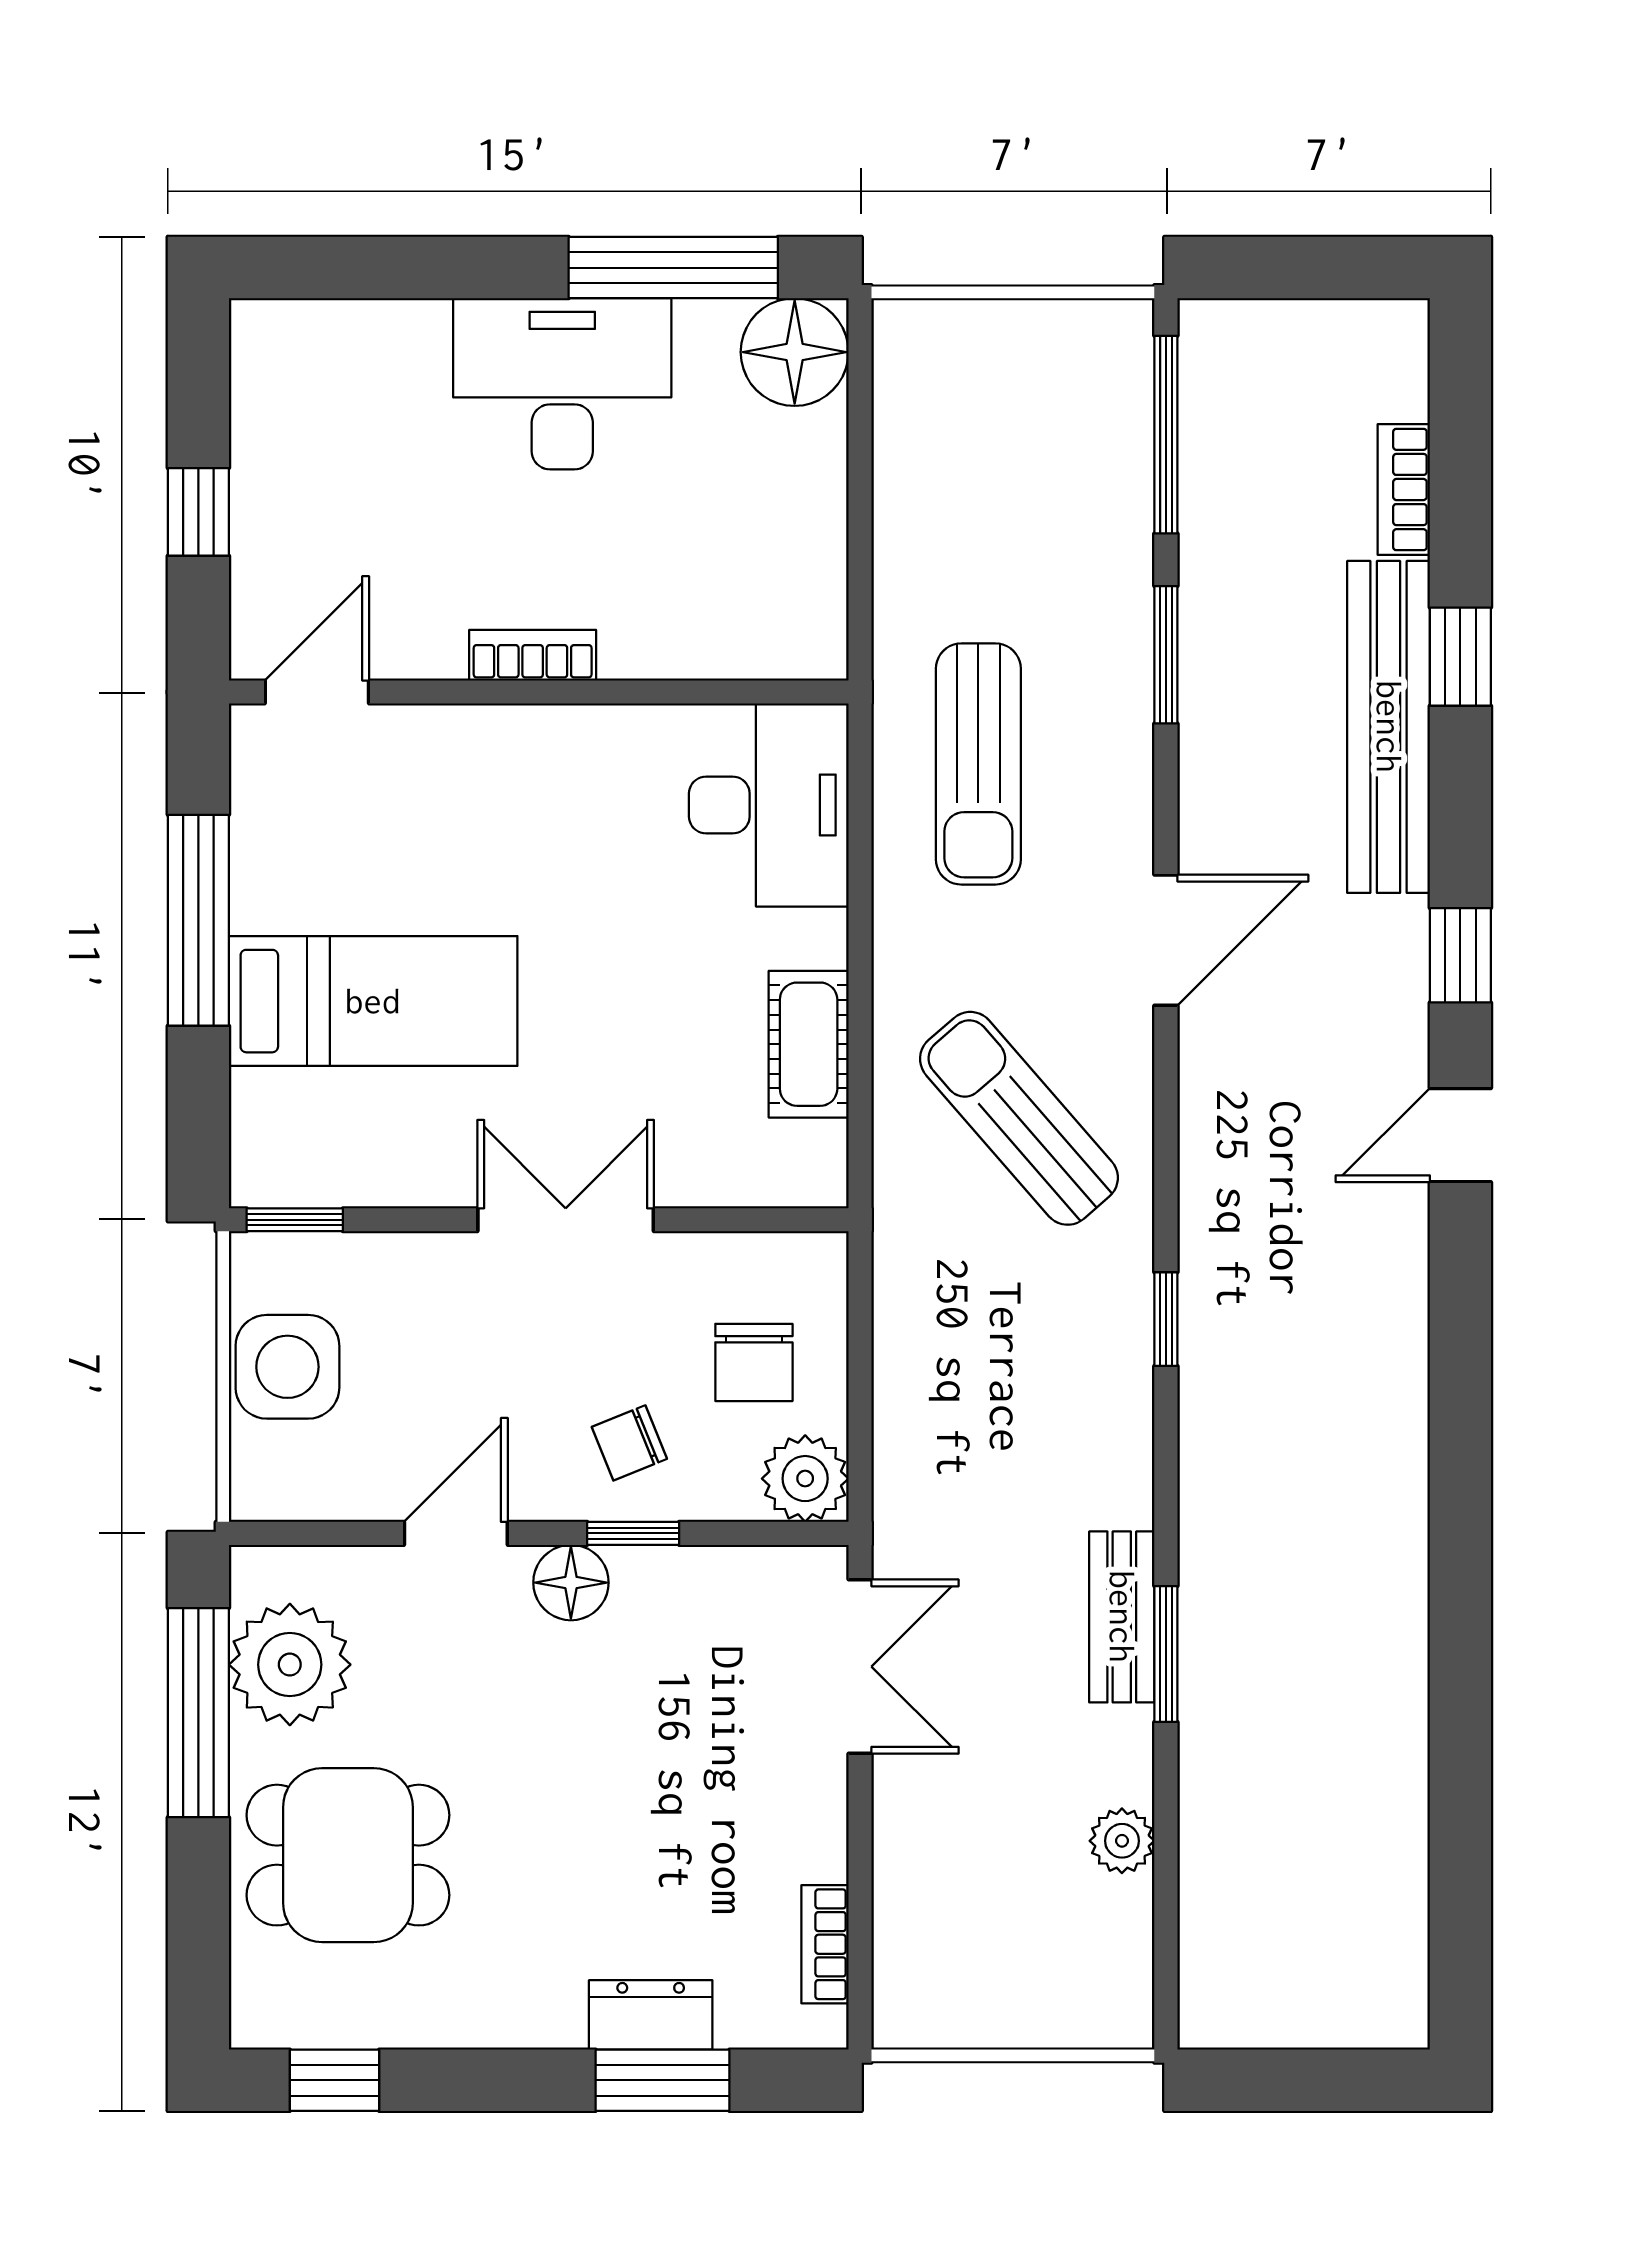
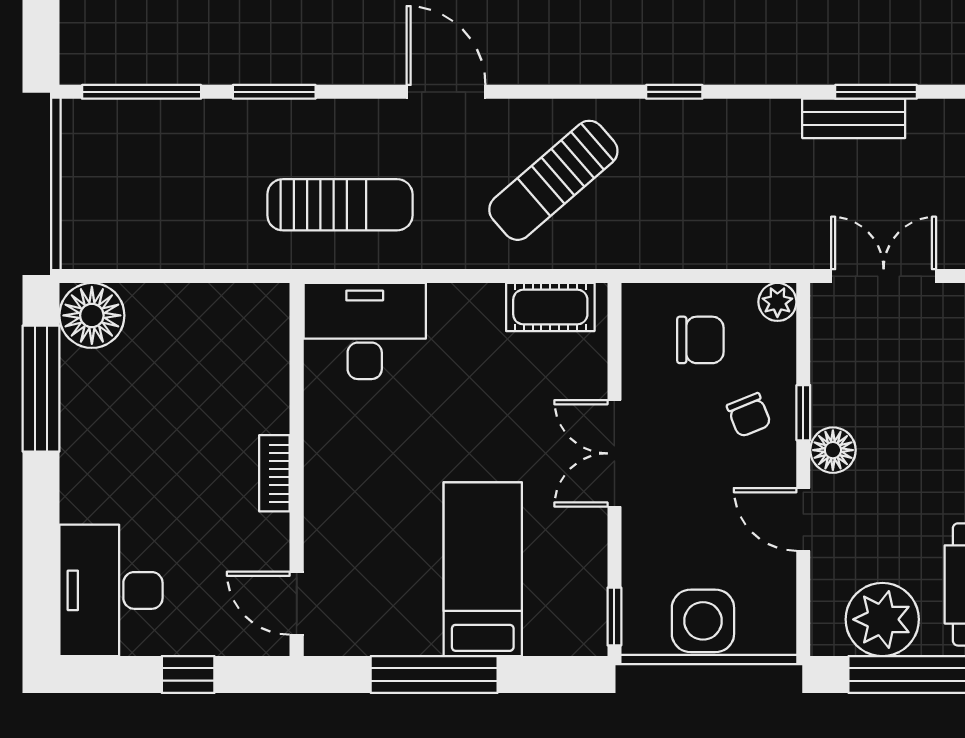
desk: (562, 384) -> (111, 590), moved
cot: (809, 1044) -> (550, 307), moved
plant: (805, 1479) -> (777, 302), width x0.73, depth x0.73

